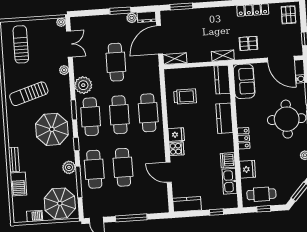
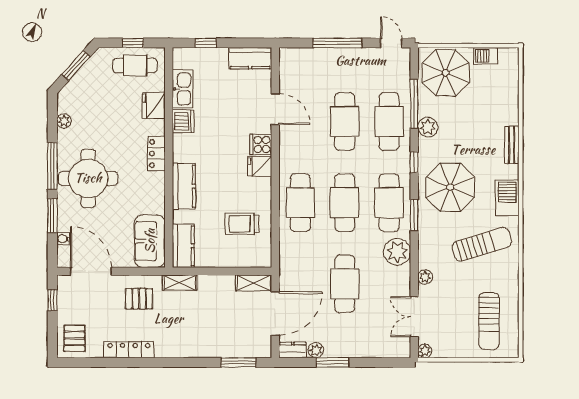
barbecue: (18, 184) -> (507, 198), moved

